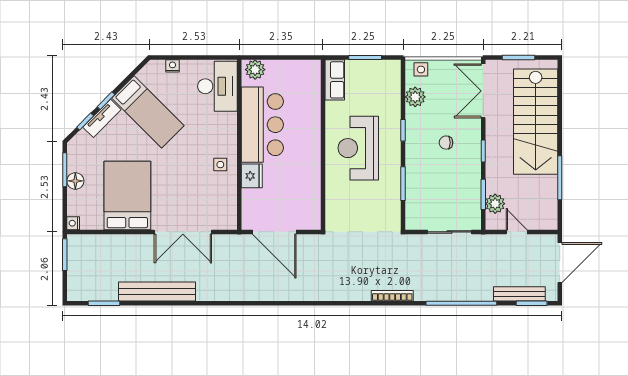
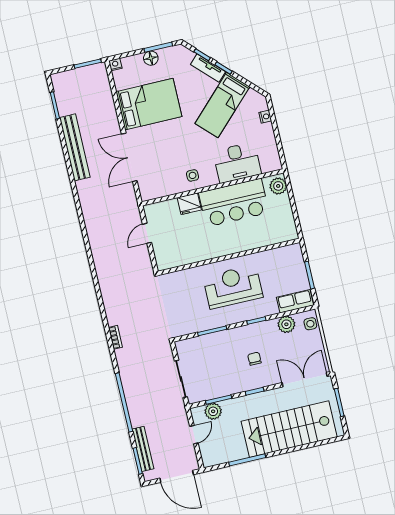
row of seats: (335, 80) -> (295, 301), moved, turned 180
desk: (217, 86) -> (237, 163), moved
door: (274, 232) -> (147, 233), width x0.53
bookcase: (392, 296) -> (115, 337), width x0.64

